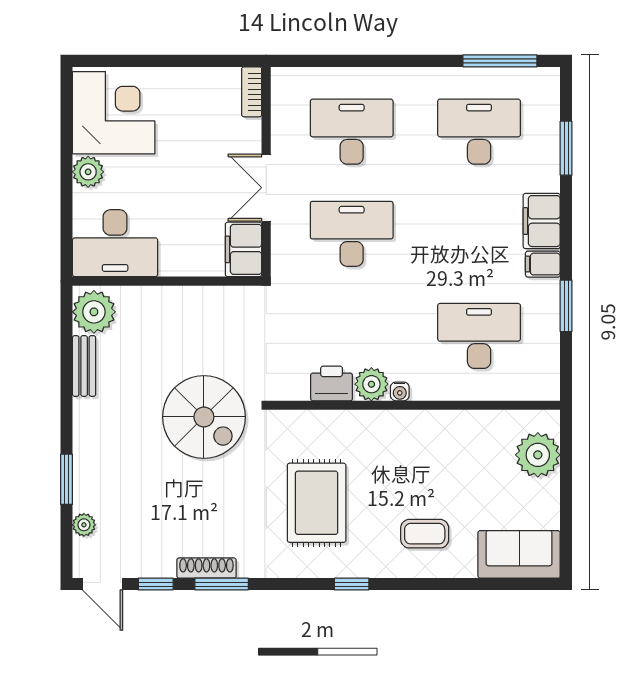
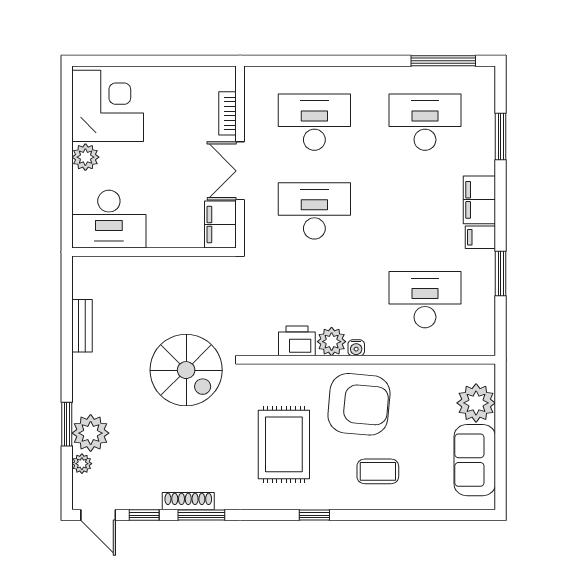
bookcase: (252, 92) -> (228, 113), moved
plant: (94, 312) -> (91, 433), moved
armchair: (403, 456) -> (359, 404), added
sofa: (519, 554) -> (475, 460), moved, turned -90

